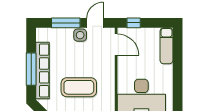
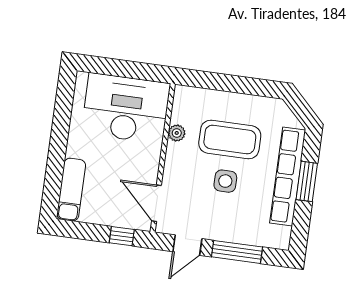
side table: (80, 35) -> (225, 181), moved
window: (31, 69) -> (307, 181), width x0.69
plant: (110, 87) -> (177, 133), added

